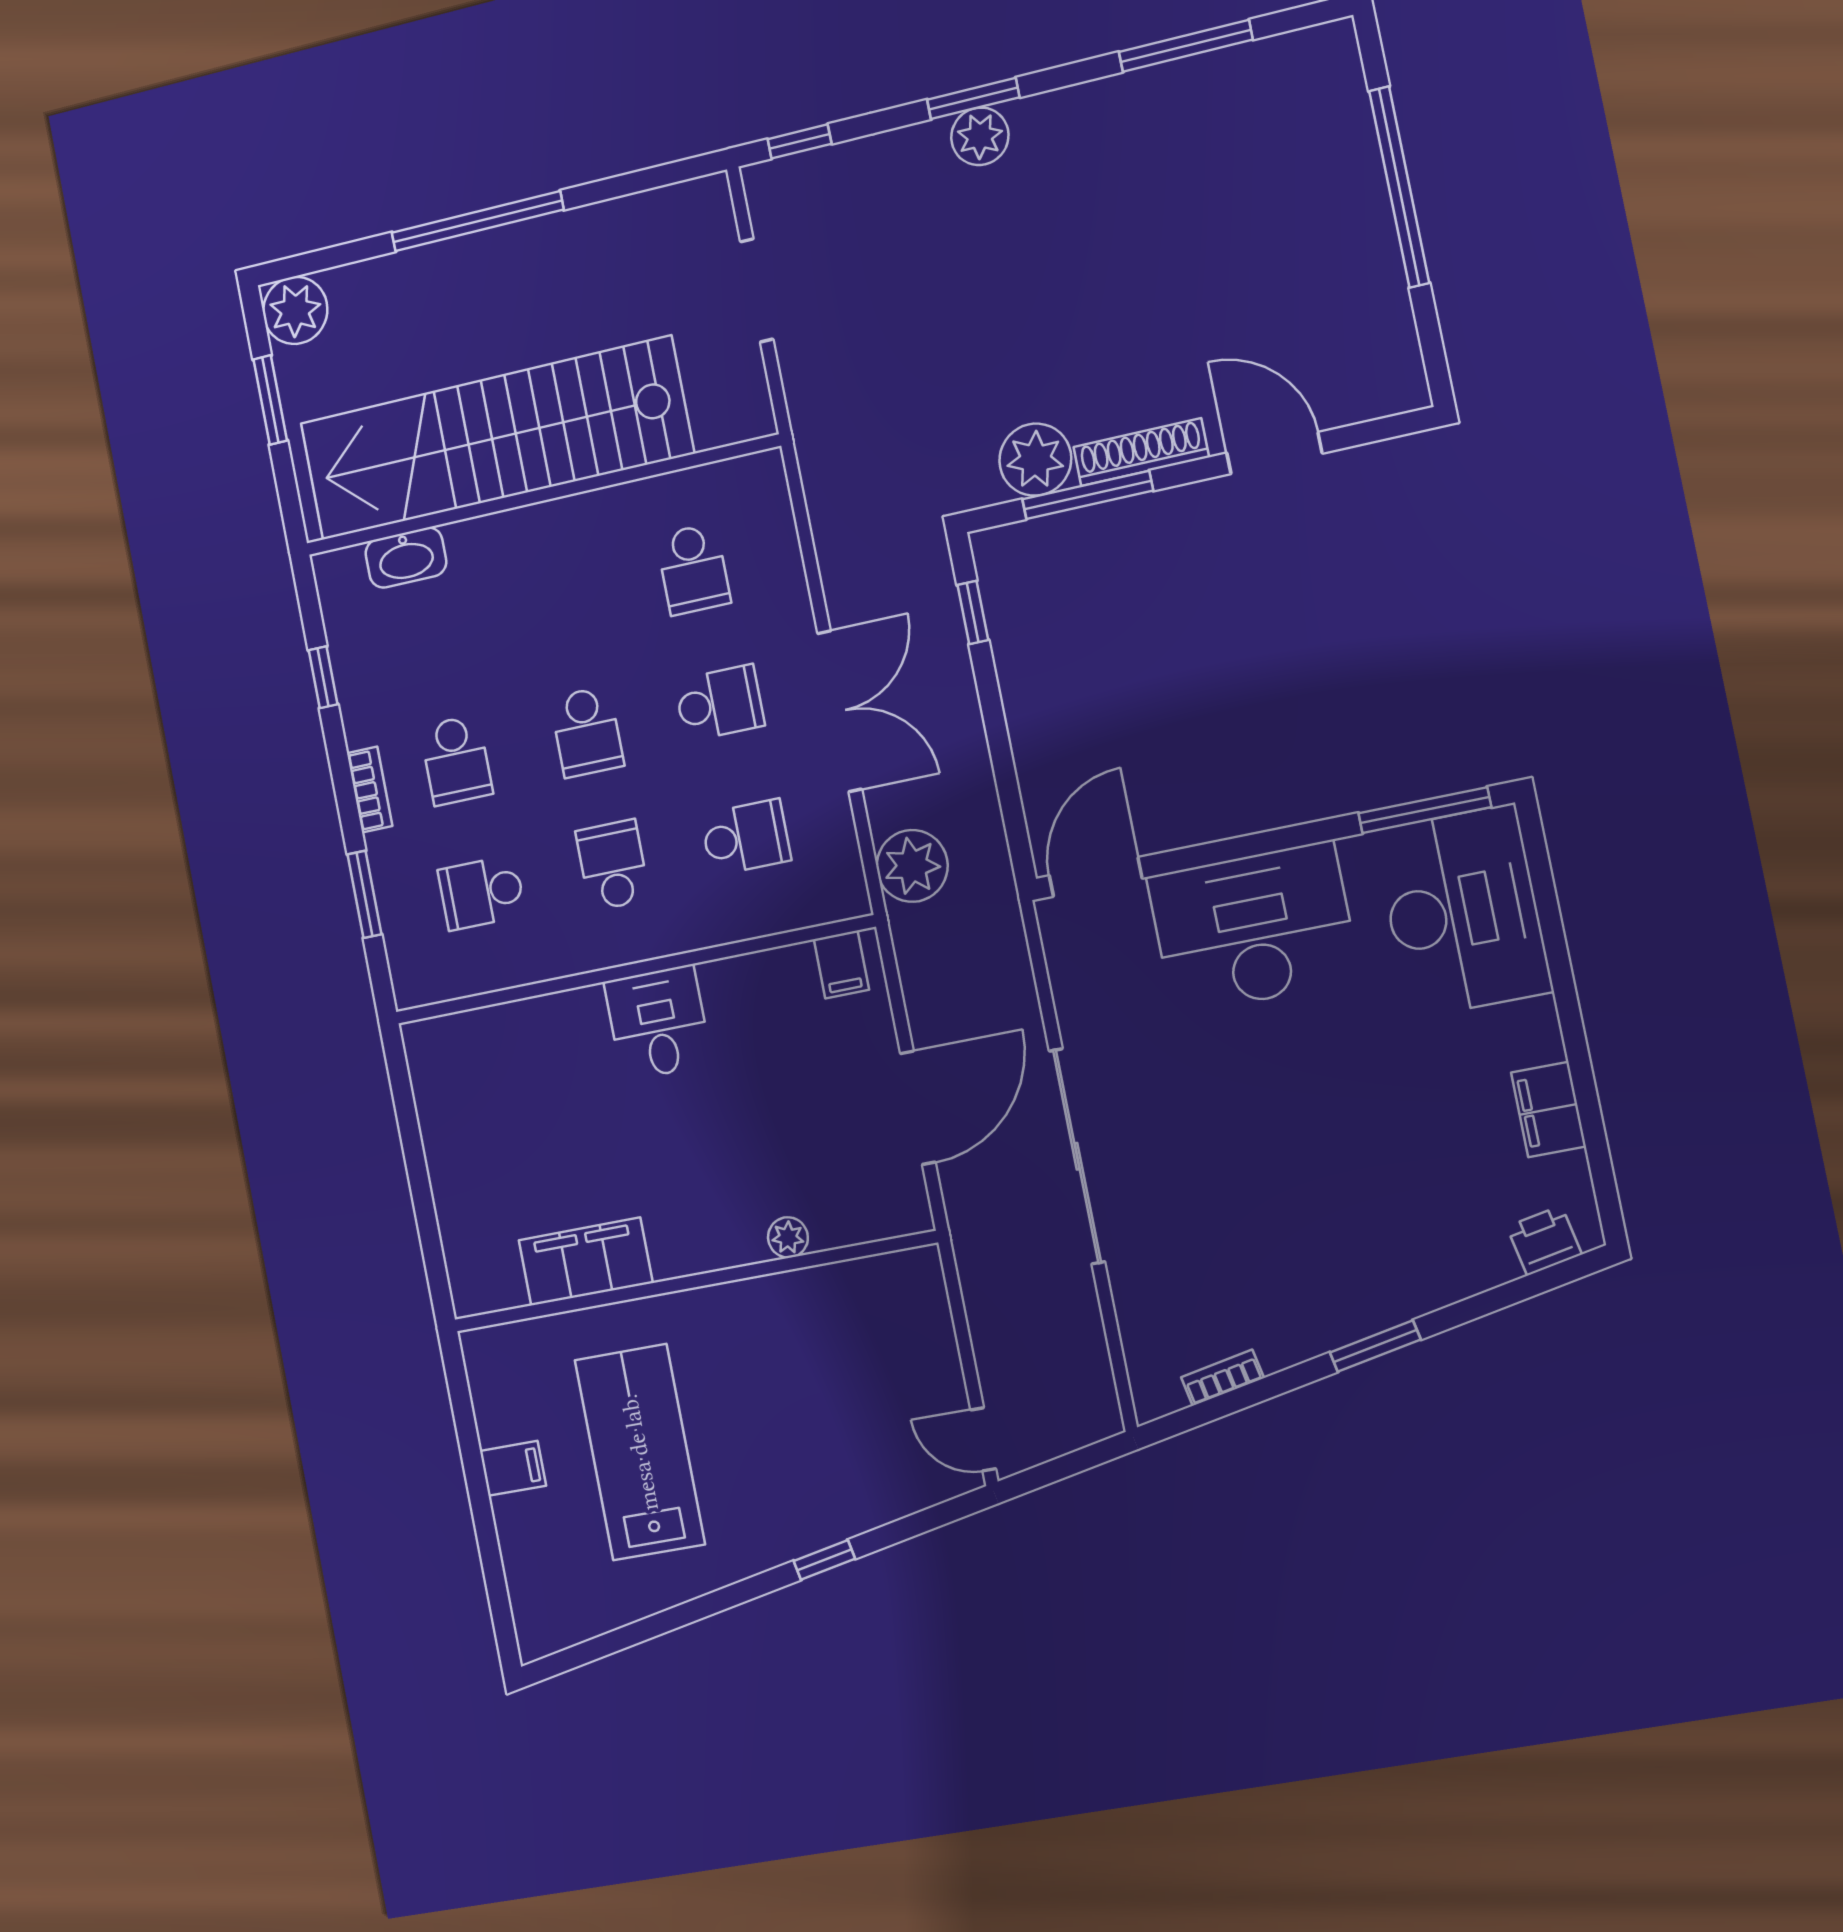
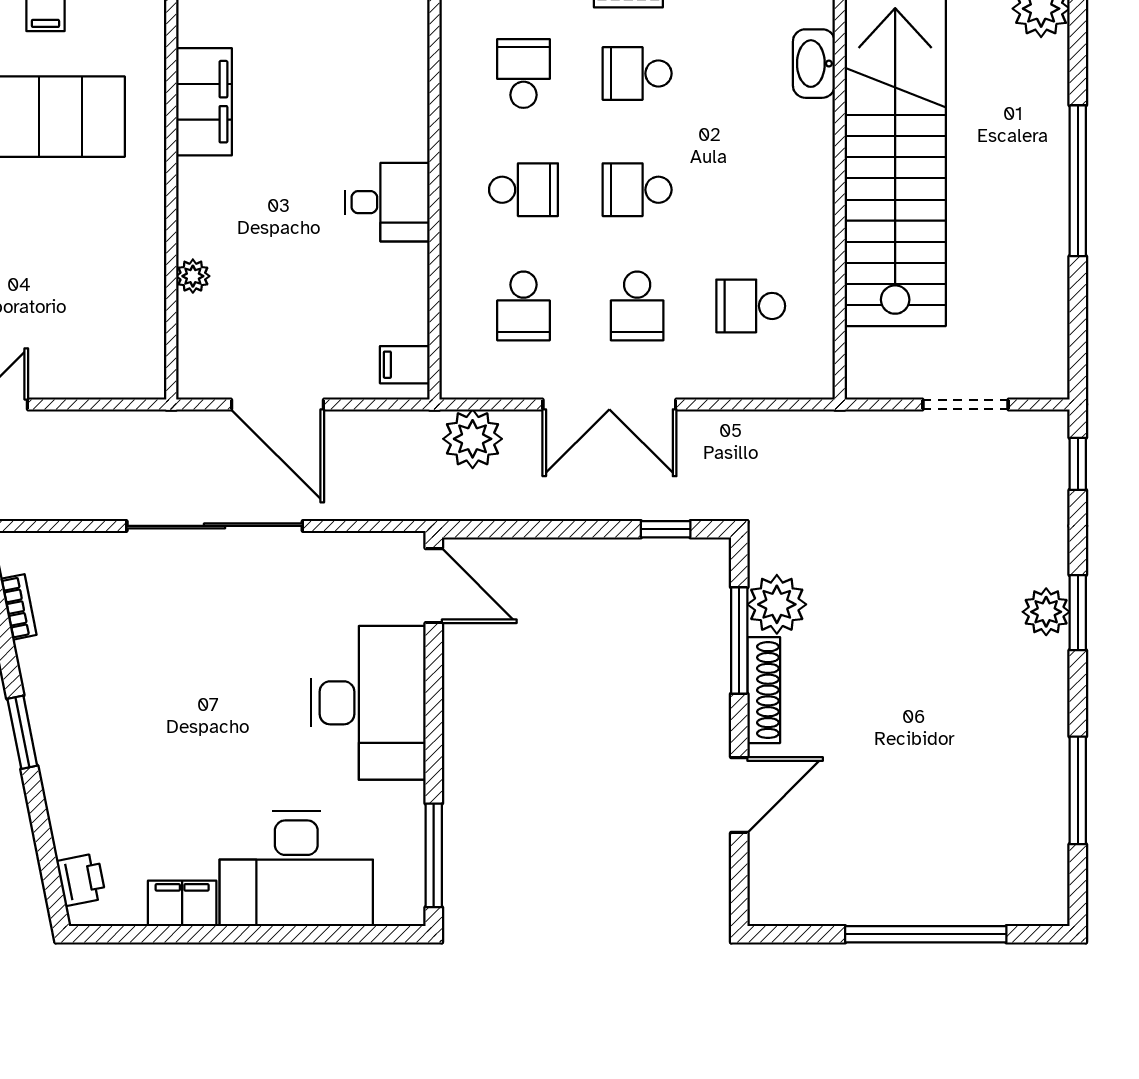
desk: (1463, 911) -> (296, 869), moved

